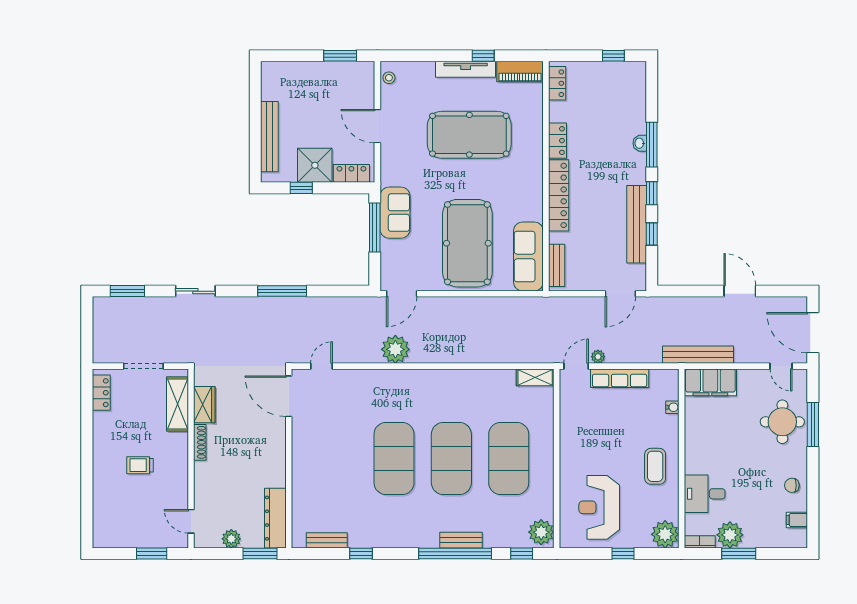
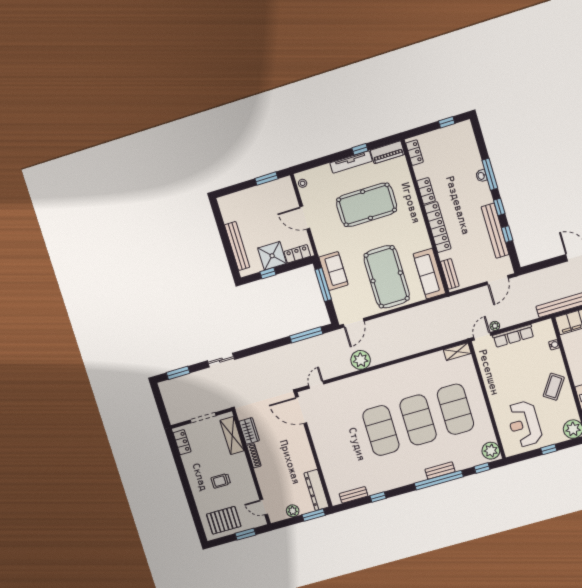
window: (282, 291) -> (306, 335), moved
coffee table: (655, 466) -> (554, 387), turned 34
pallet: (126, 524) -> (224, 520), added

